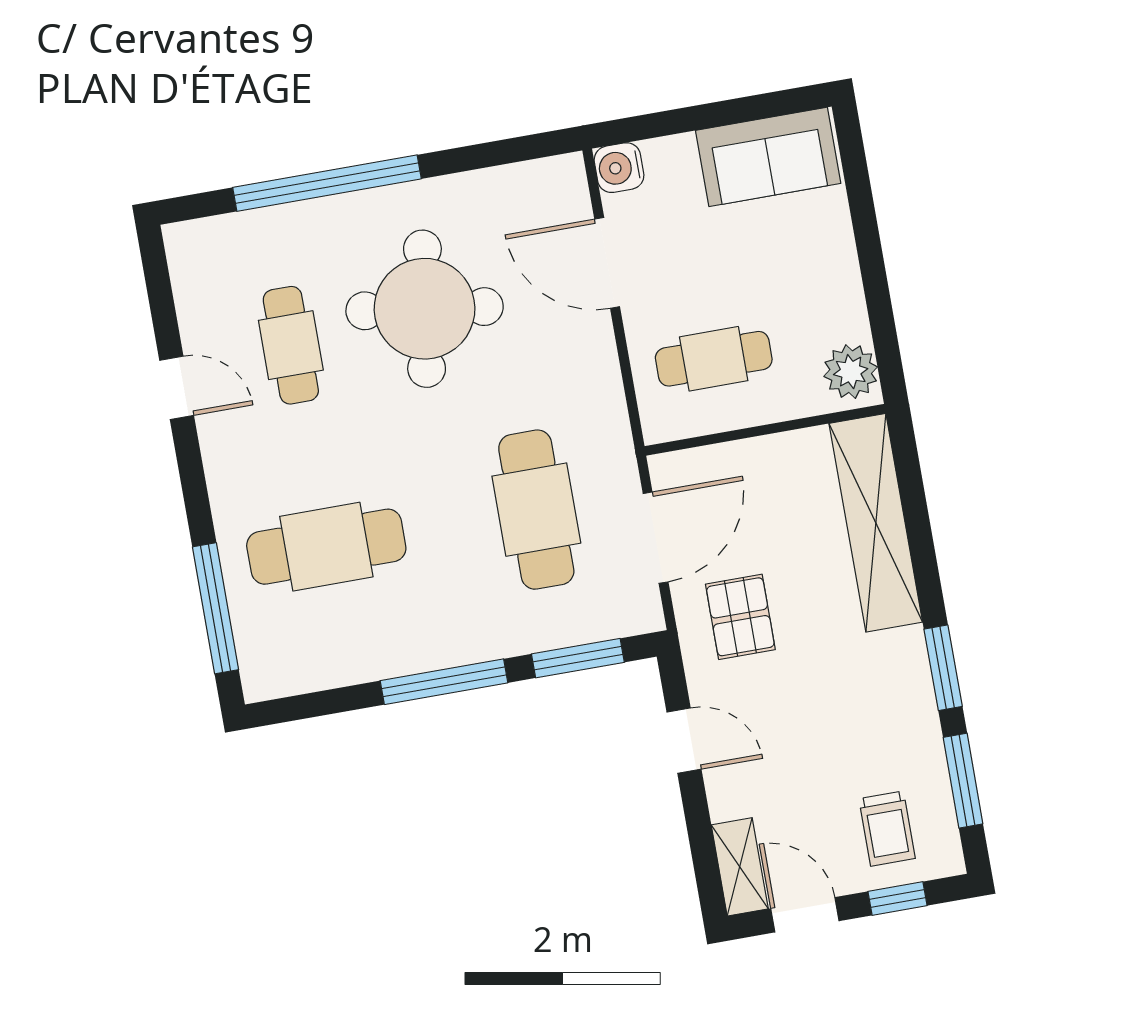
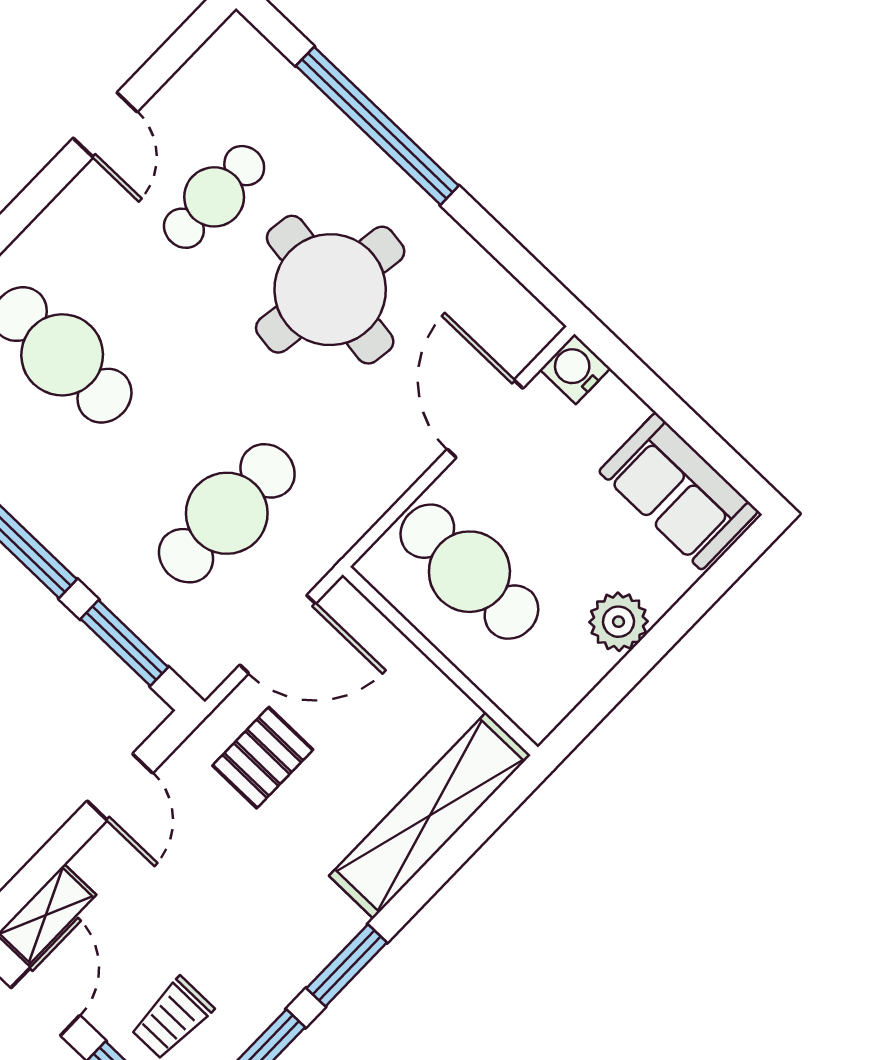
cafe table: (714, 359) -> (469, 572), width x1.37, depth x1.35
plant: (851, 372) -> (618, 622), moved

